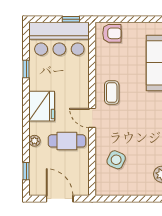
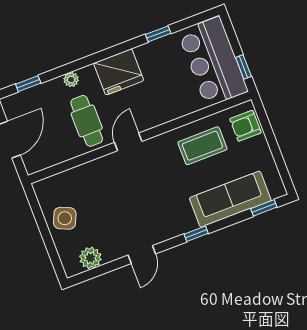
armchair: (112, 33) -> (245, 126), turned 90
coffee table: (112, 92) -> (202, 146), moved, width x1.36, depth x1.30
side table: (116, 160) -> (65, 218), moved

